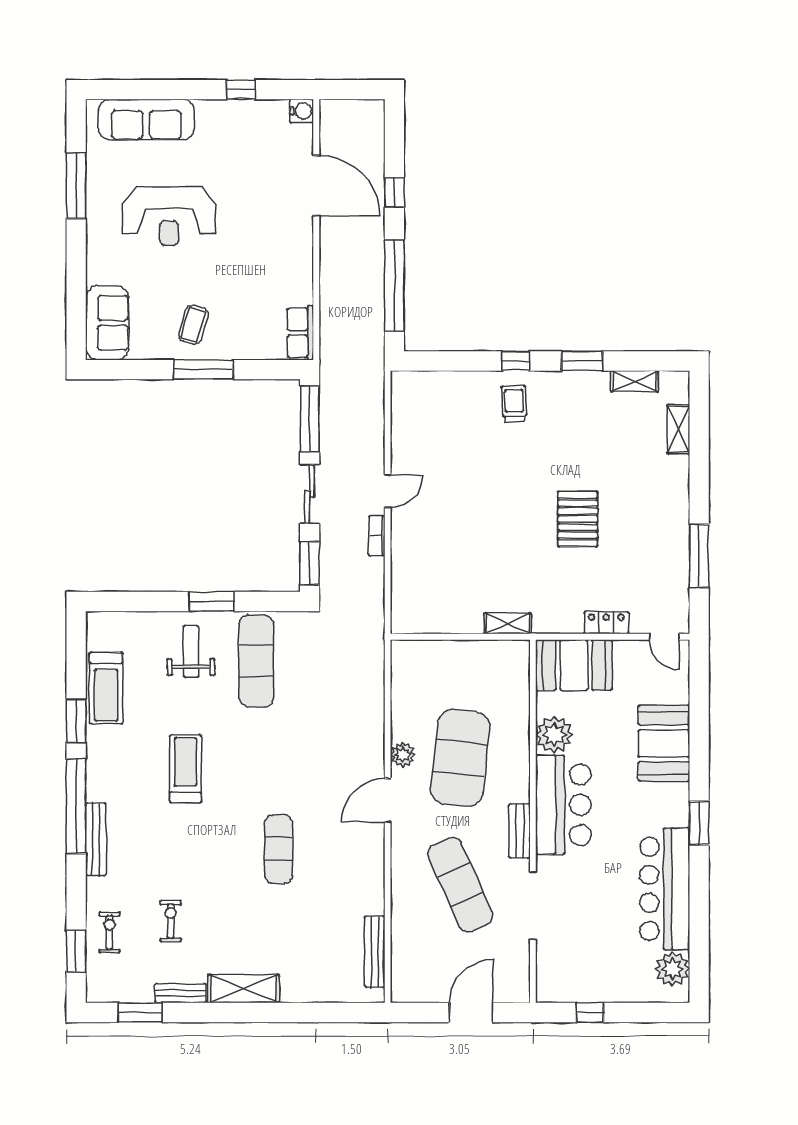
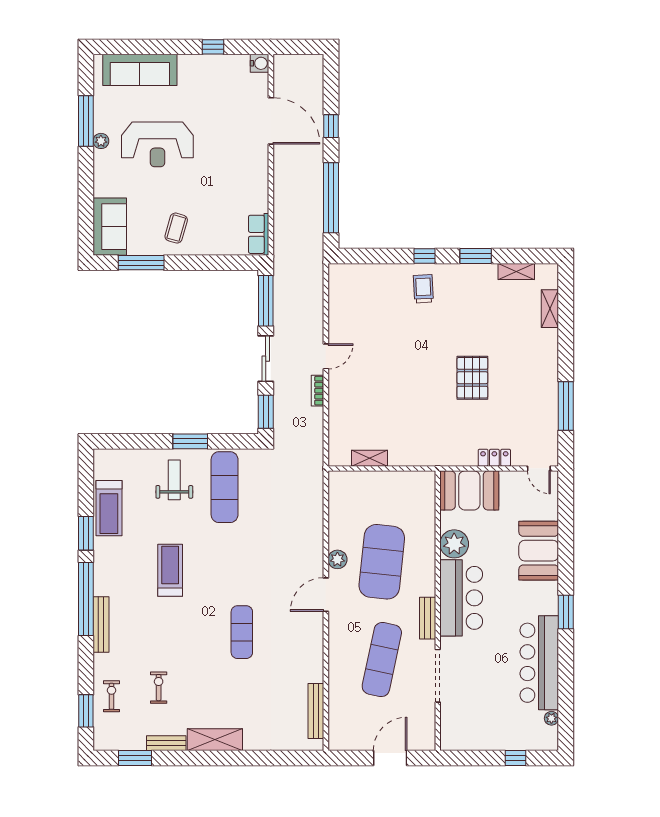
plant: (96, 212) -> (101, 141), added
window: (203, 370) -> (141, 263), moved
shelving: (508, 623) -> (370, 458), moved
exercise mat: (460, 885) -> (382, 660), turned 36
plant: (672, 969) -> (551, 718), width x0.53, depth x0.53
window: (590, 1012) -> (515, 758), moved

